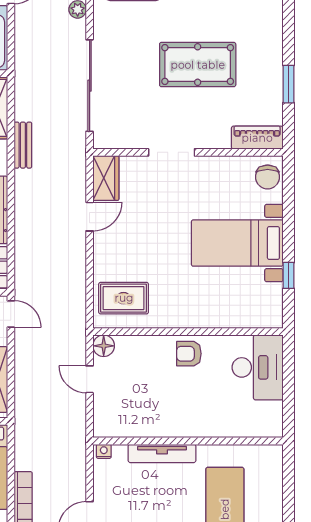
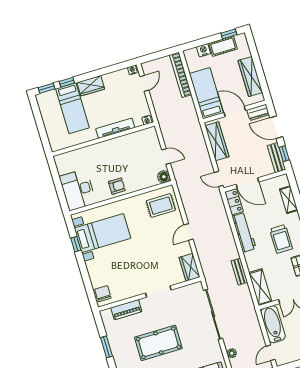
piano: (257, 138) -> (126, 310), moved
door: (90, 217) -> (189, 232), moved
bed with nightstands: (237, 243) -> (103, 233), moved

